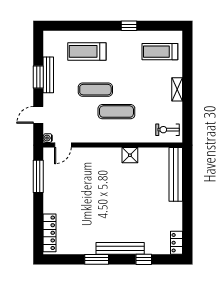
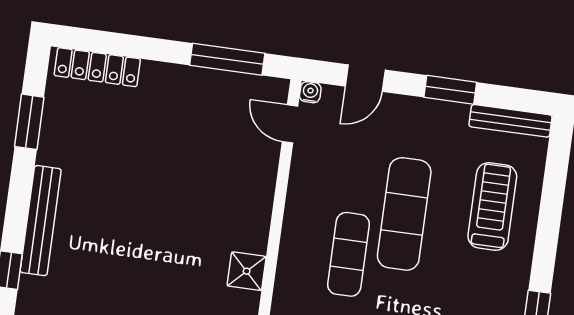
bench: (48, 75) -> (510, 121), moved
exercise mat: (95, 90) -> (404, 214), width x1.36, depth x1.45
door: (38, 115) -> (365, 78), swing flipped
window: (97, 259) -> (29, 122), moved

